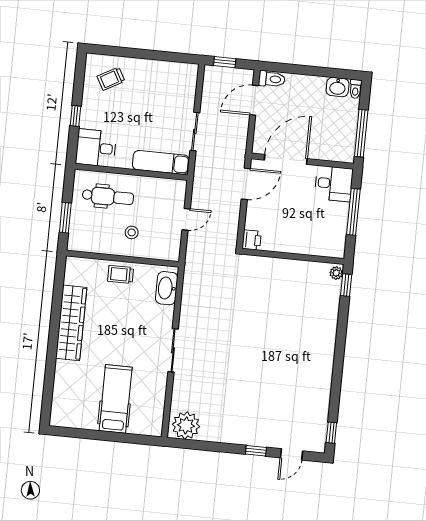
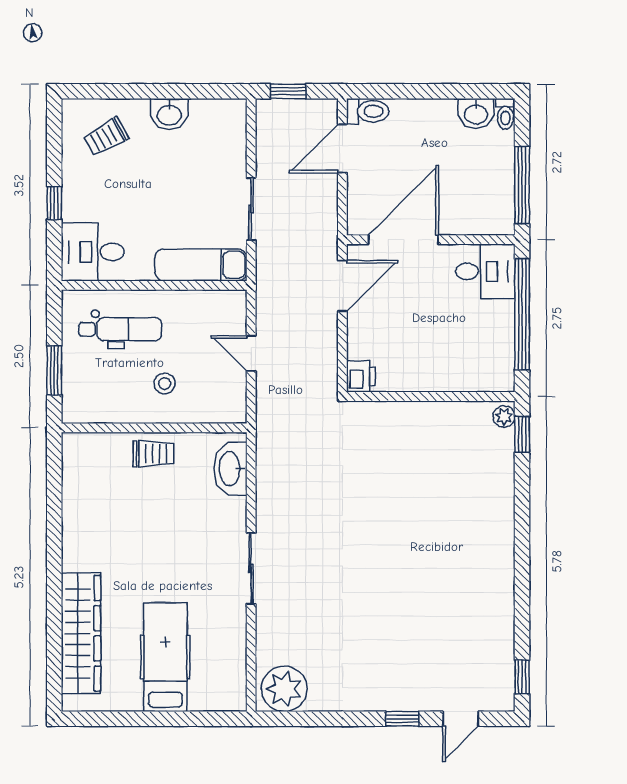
washbasin: (151, 69) -> (169, 114), added
window: (353, 212) -> (522, 314), width x1.46
door: (186, 219) -> (251, 353), swing flipped
trolley: (121, 274) -> (153, 454), turned 180
wardrobe: (71, 323) -> (81, 633), moved

